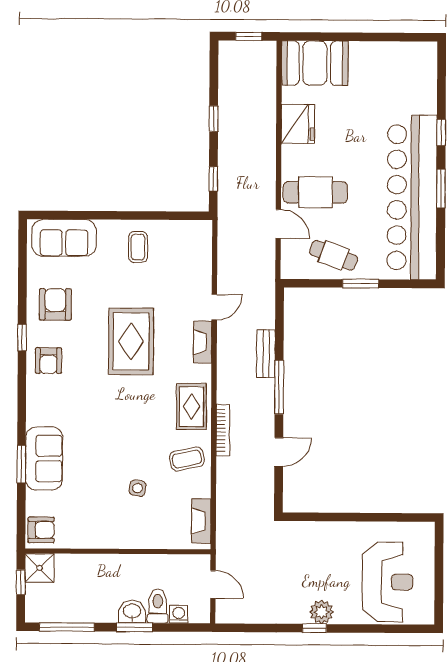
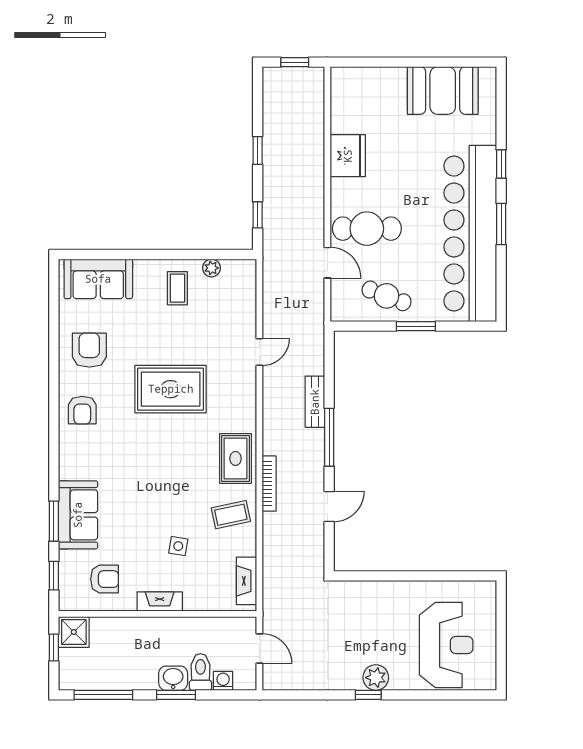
booth: (315, 63) -> (443, 90), moved
plant: (170, 228) -> (211, 268), added
window: (22, 338) -> (54, 576), moved
rug: (131, 341) -> (171, 389), turned 90
fireplace: (203, 342) -> (160, 602), moved, turned 90
armchair: (41, 530) -> (105, 579), moved

